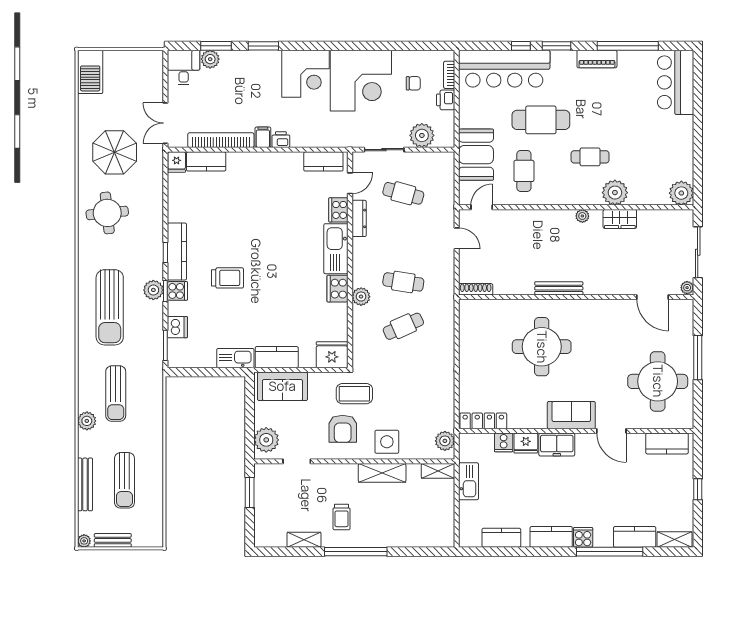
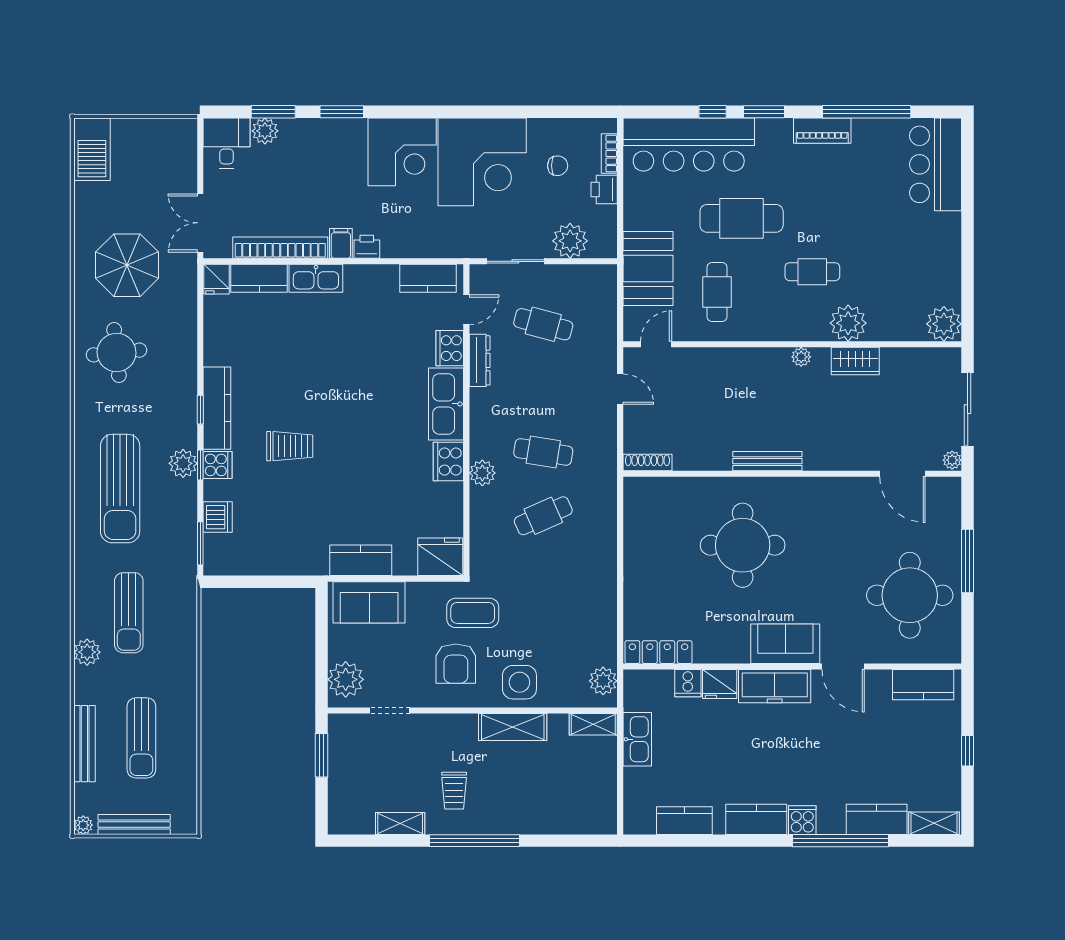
kitchen sink: (235, 358) -> (316, 278), moved, turned 180
freezer: (557, 445) -> (775, 686), width x1.40
bench: (113, 540) -> (134, 824), width x1.36

